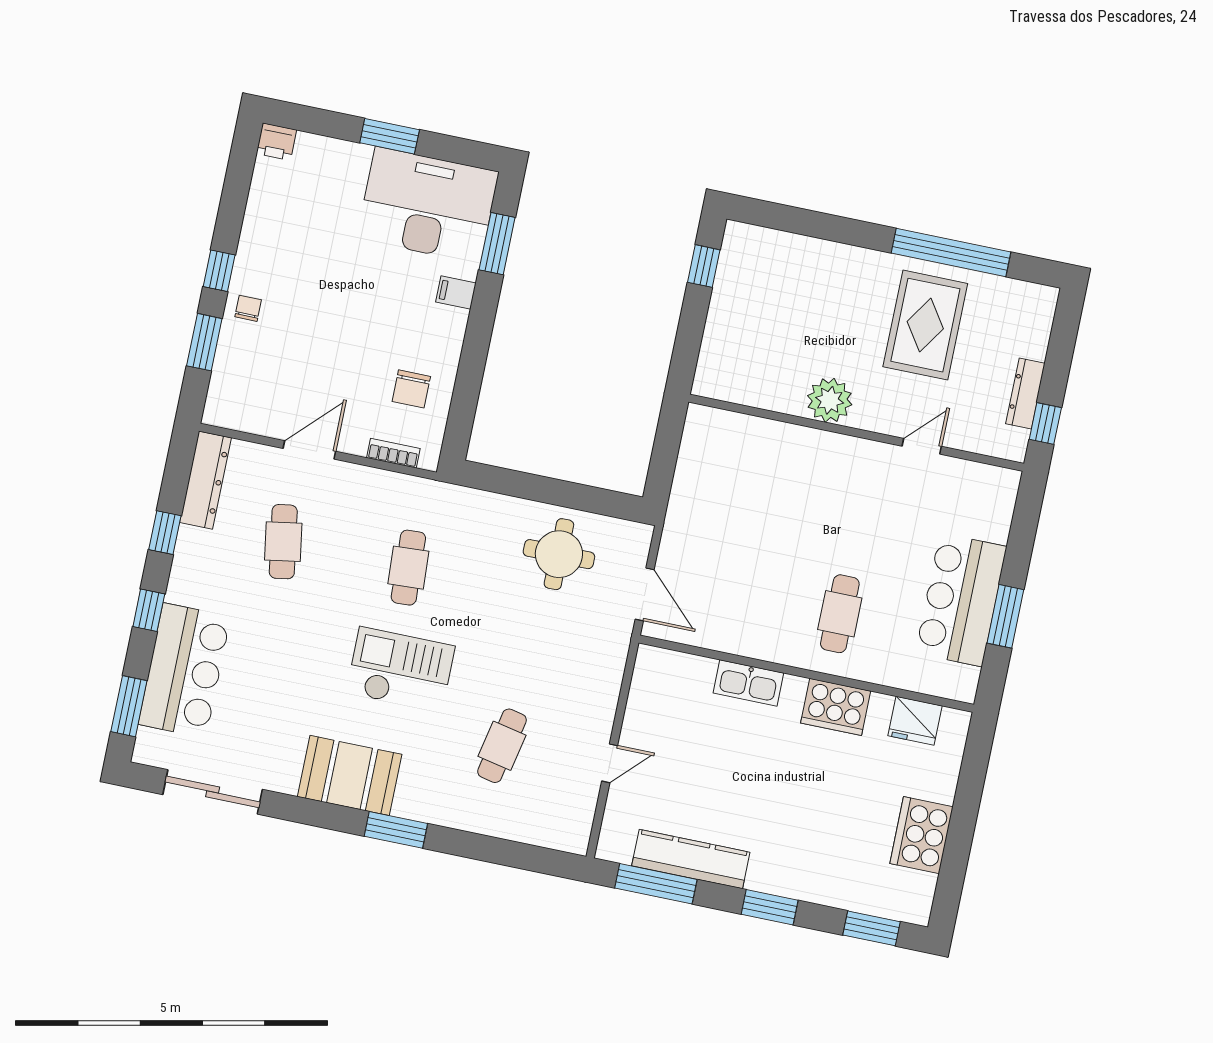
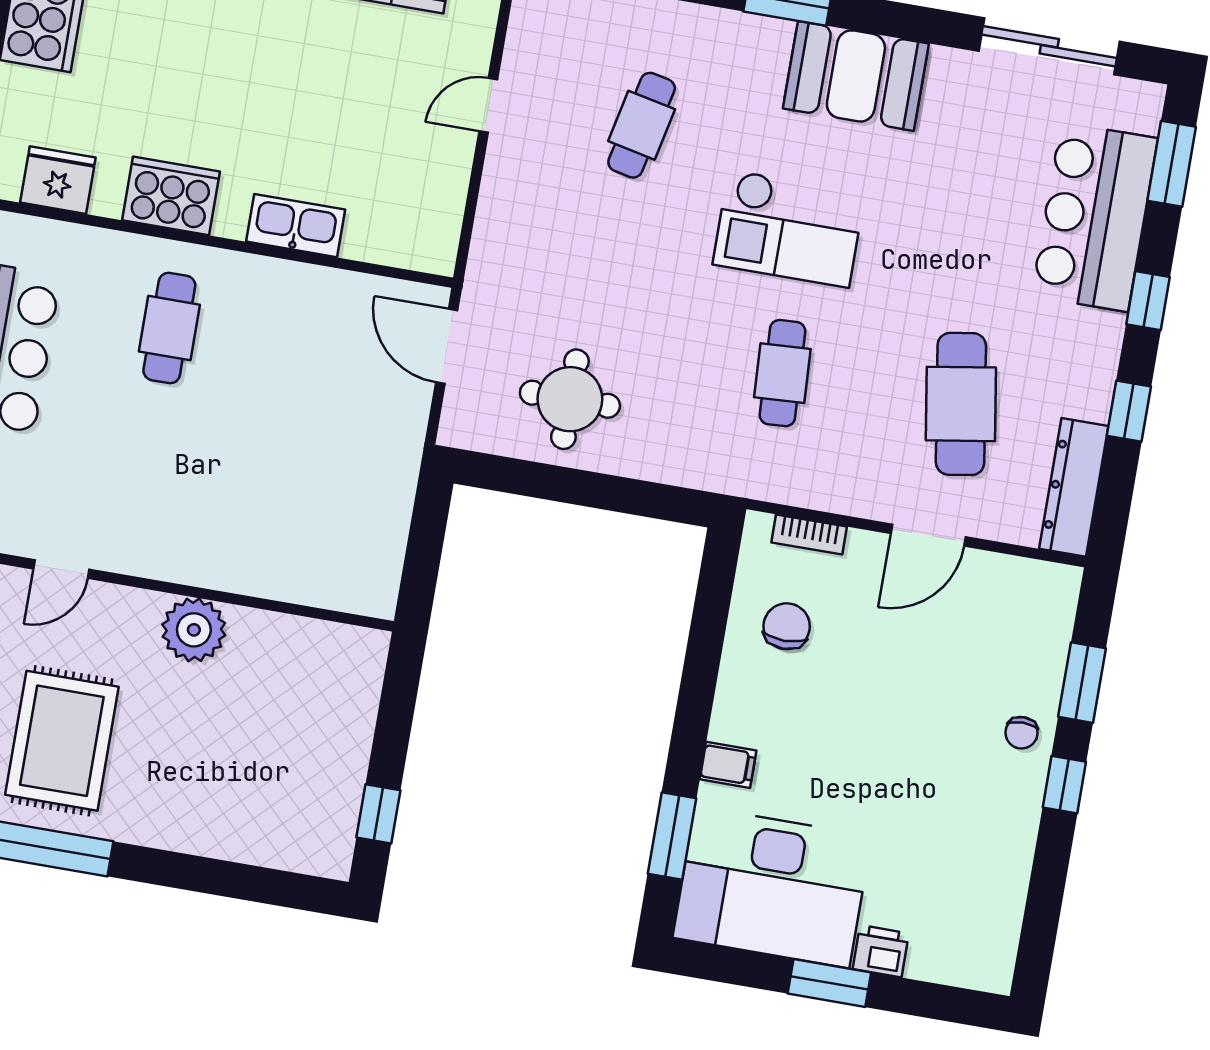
printer: (276, 142) -> (881, 951), moved
cafe table: (283, 542) -> (961, 404), width x1.37, depth x1.35

